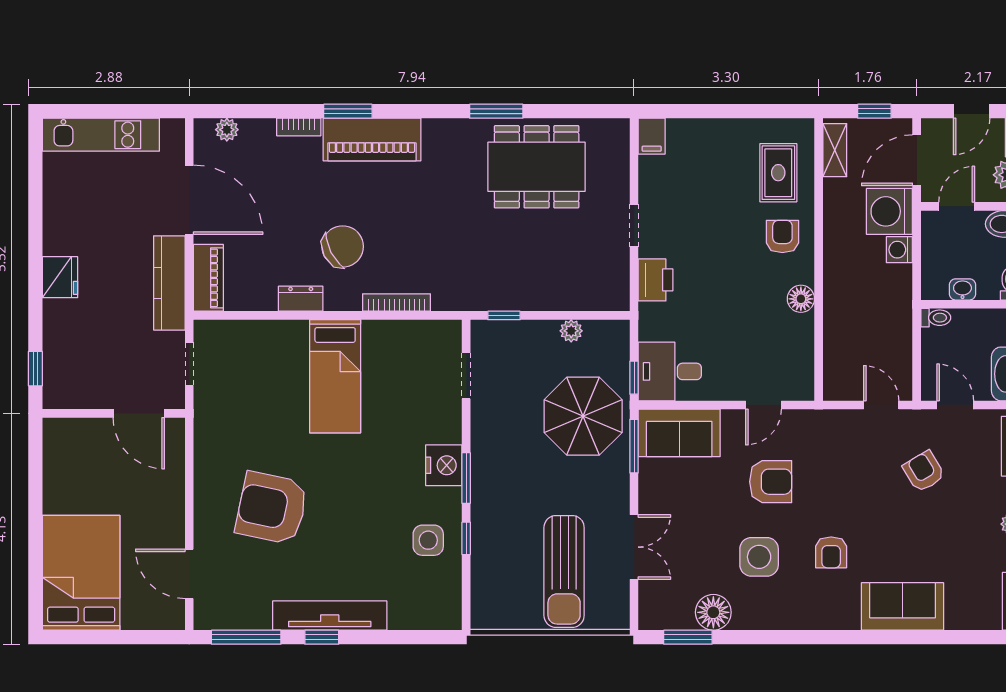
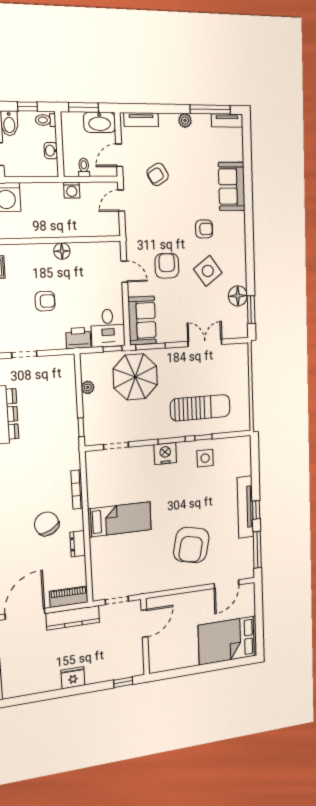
armchair: (782, 236) -> (45, 301), moved, turned 180
washing machine: (899, 250) -> (72, 190), moved
printer: (656, 280) -> (78, 338), moved
toilet: (936, 318) -> (84, 167), moved
side table: (759, 557) -> (208, 271), turned -36
sun lounger: (564, 571) -> (200, 408), moved

